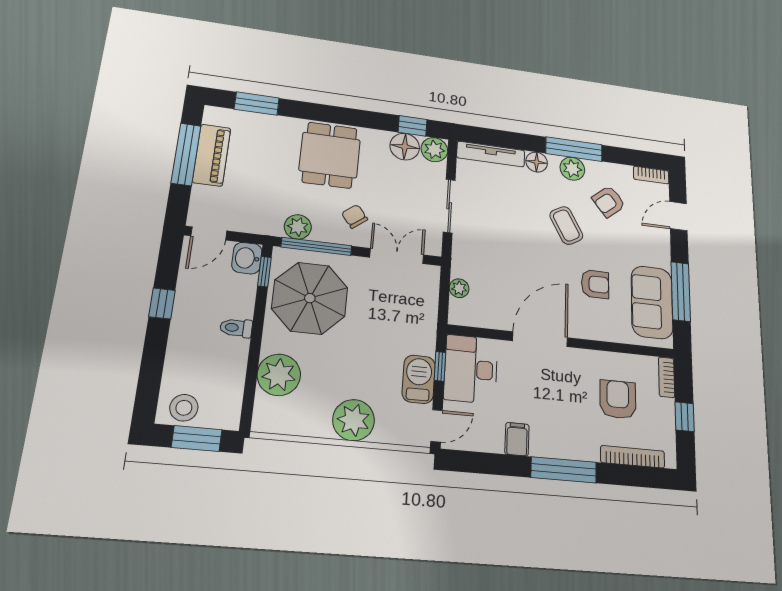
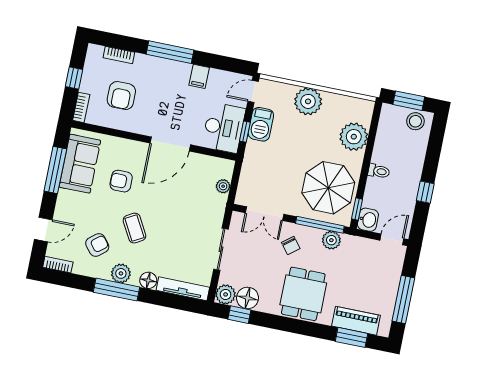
piano: (212, 155) -> (356, 321), moved, turned 90
bookcase: (633, 457) -> (119, 55), width x0.64

